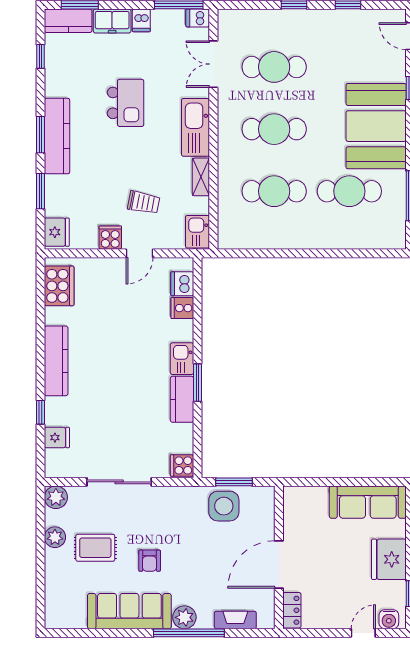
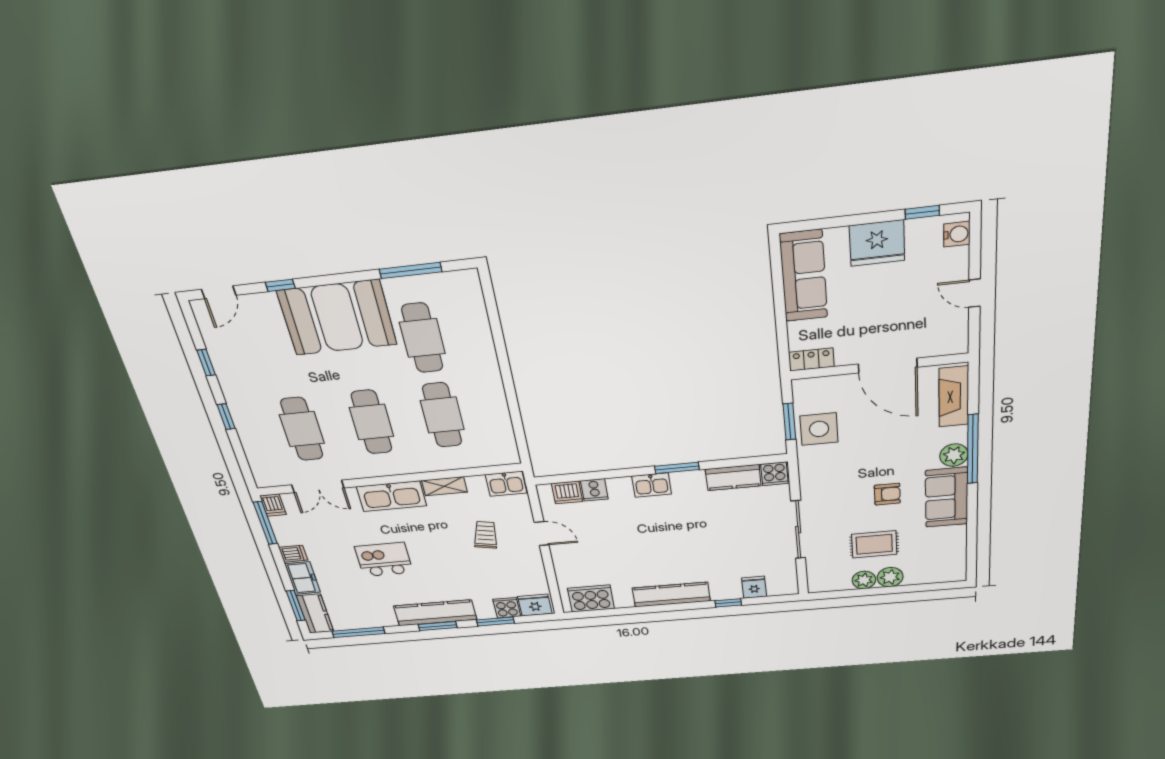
window: (40, 56) -> (358, 632), width x2.17
cooker: (110, 238) -> (507, 608), moved, turned 90
kitchen counter: (182, 399) -> (733, 478), moved
plant: (56, 497) -> (890, 577), moved
rug: (95, 548) -> (874, 544), turned 90
locker: (292, 610) -> (811, 359), moved
sofa: (129, 611) -> (947, 497), width x0.73
fireplace: (235, 620) -> (954, 397), width x1.37, depth x1.32
door: (363, 633) -> (974, 293), moved

